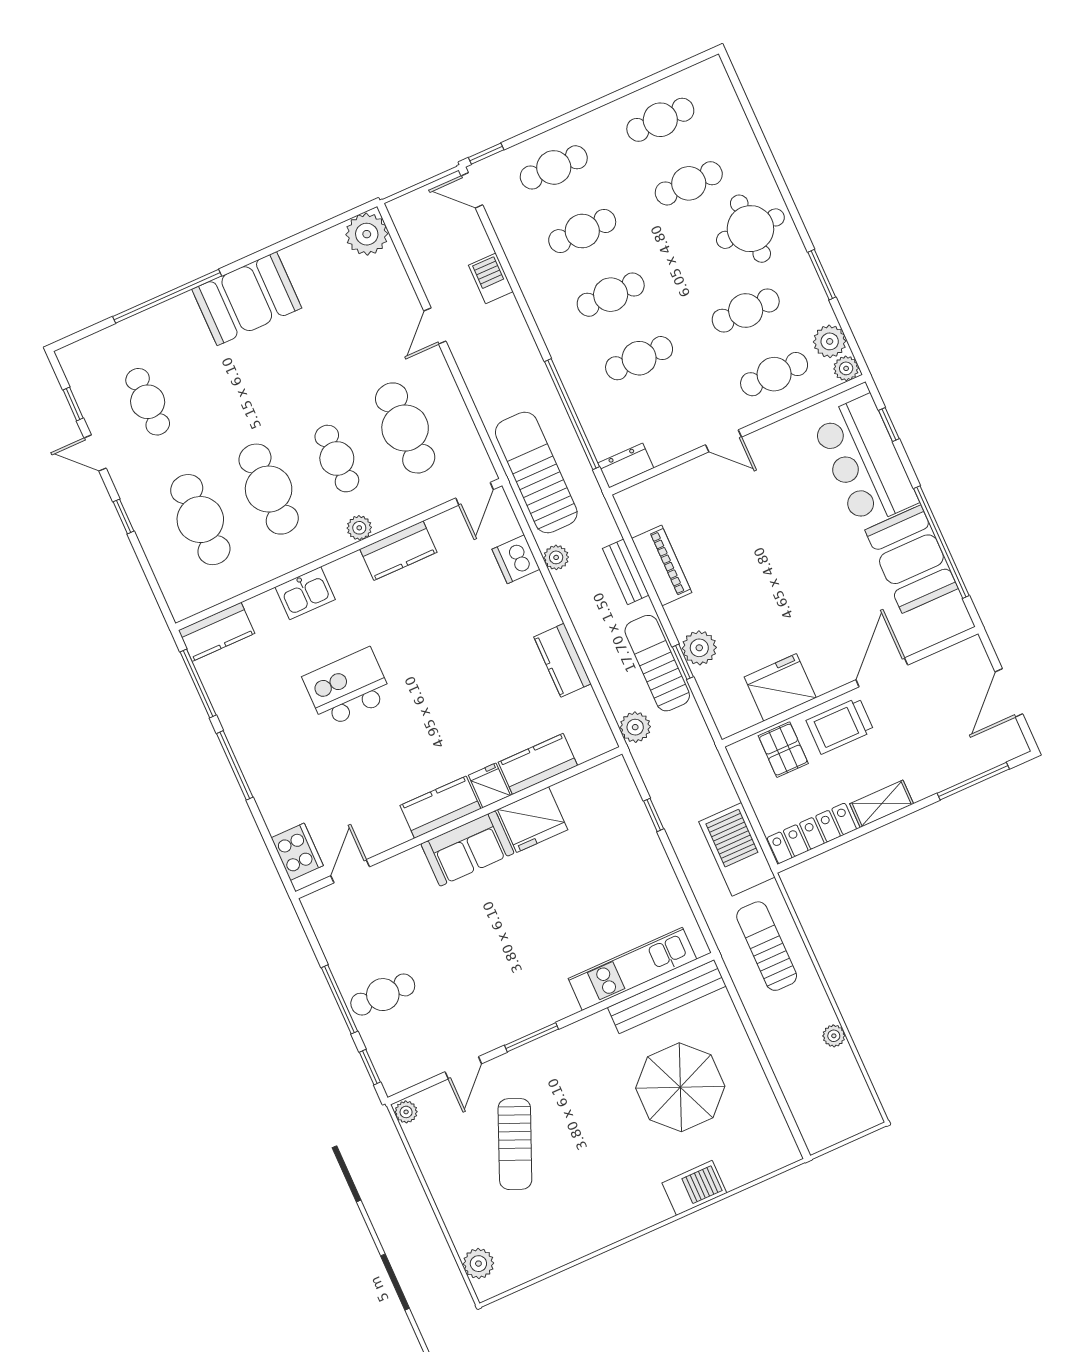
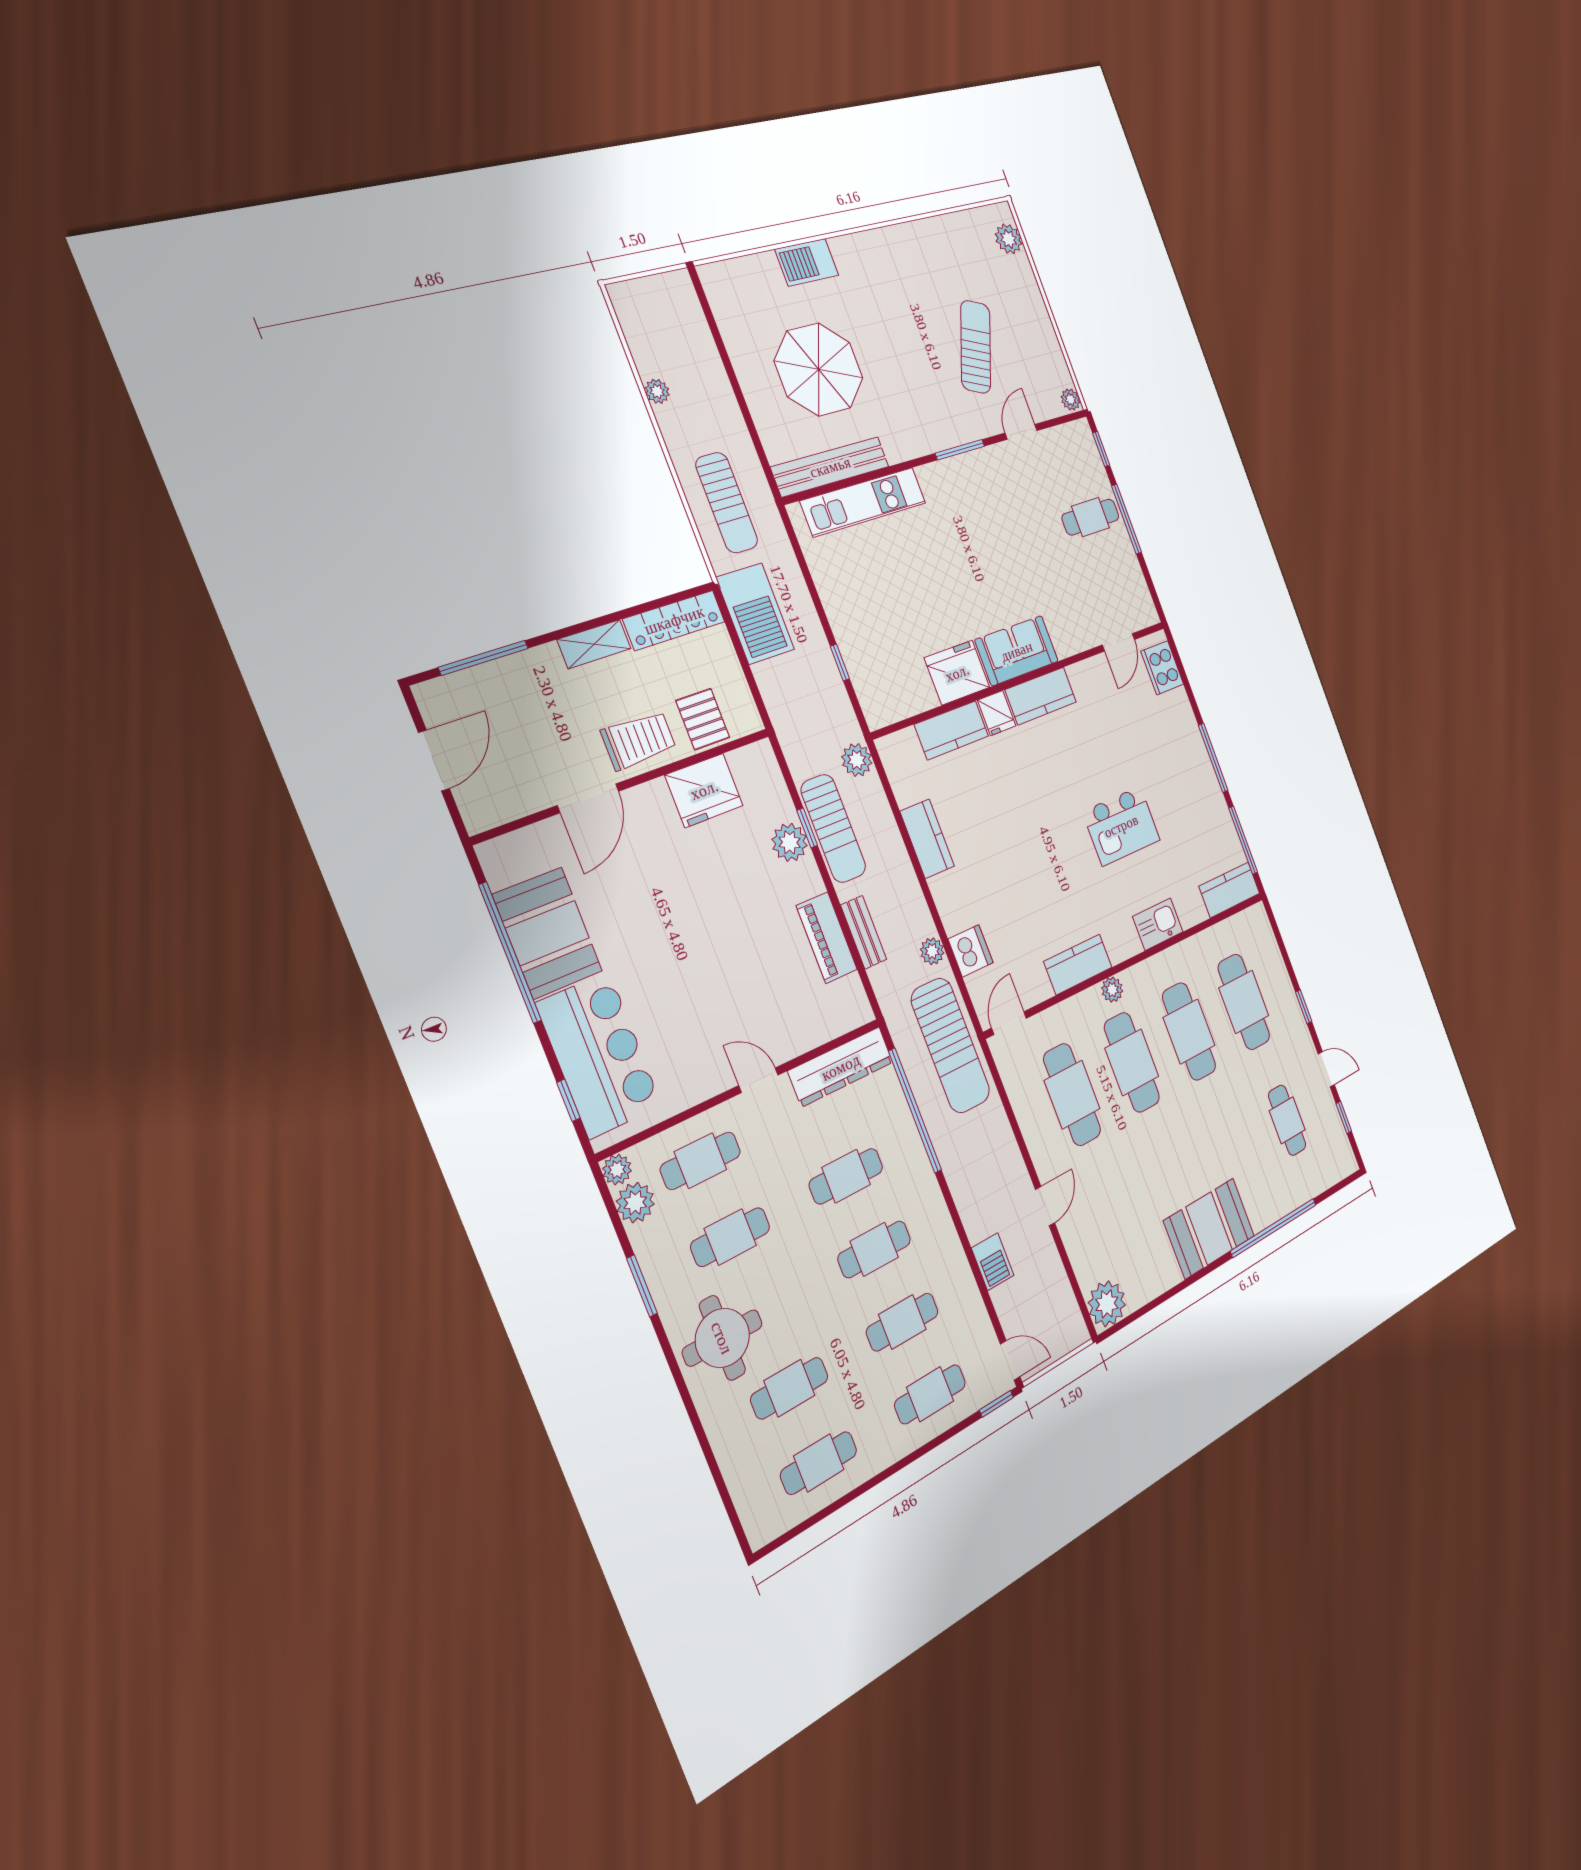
cafe table: (337, 459) -> (1132, 1062), width x1.37, depth x1.35
dresser: (626, 466) -> (841, 1067), width x1.96, depth x1.24

